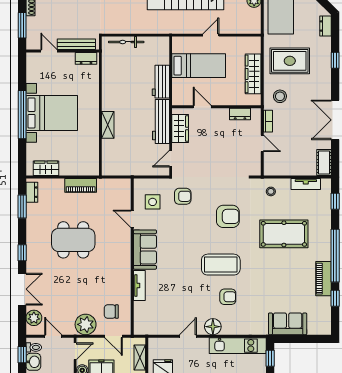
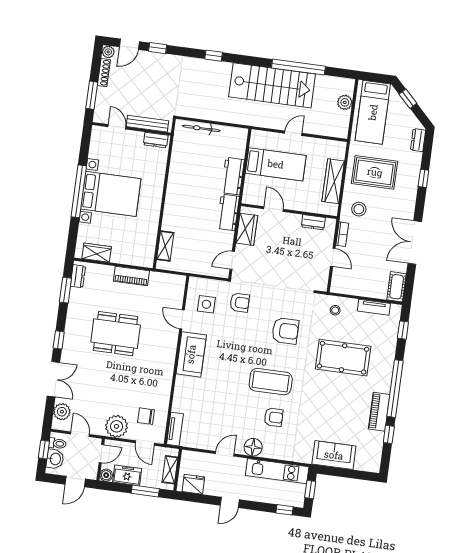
workbench: (161, 121) -> (228, 212), width x0.73
shelving: (108, 125) -> (165, 246), moved
tv unit: (139, 285) -> (175, 429), moved

